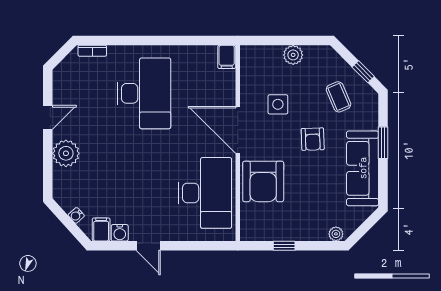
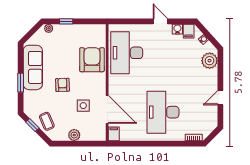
coffee table: (338, 97) -> (47, 121), moved
door: (238, 130) -> (107, 109), moved
plant: (66, 153) -> (210, 61), moved
window: (284, 246) -> (66, 21), moved

